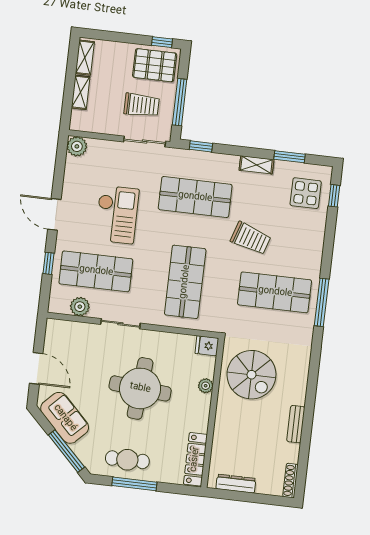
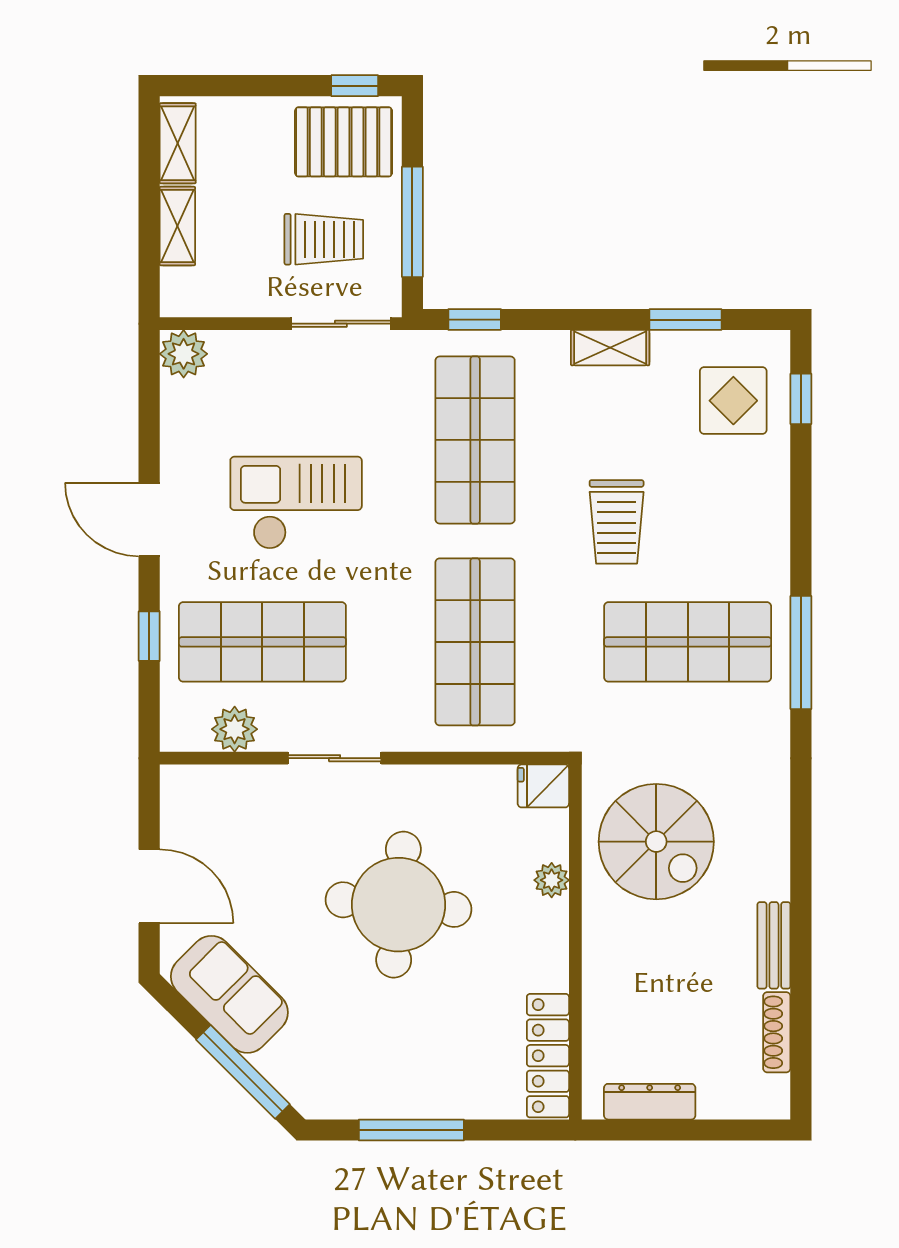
shop shelf: (195, 197) -> (475, 440), turned 90
checkout: (117, 215) -> (296, 503), turned -90
trolley: (251, 238) -> (617, 522), turned 72
cafe table: (127, 460) -> (388, 1075), removed
shoe rack: (290, 481) -> (777, 1032), moved

